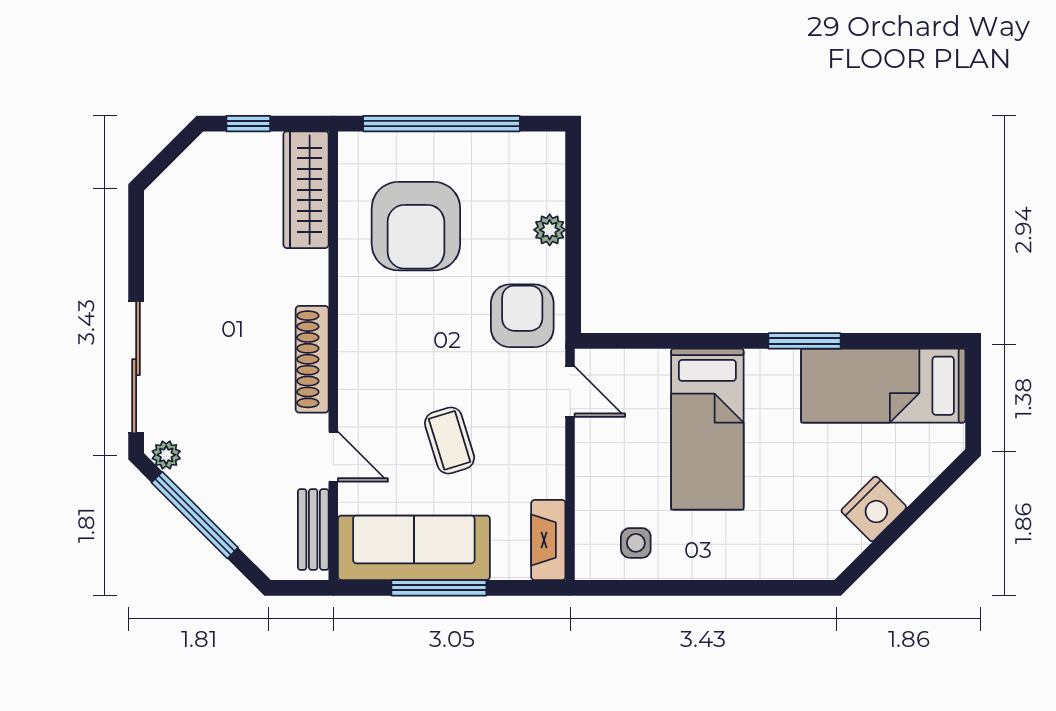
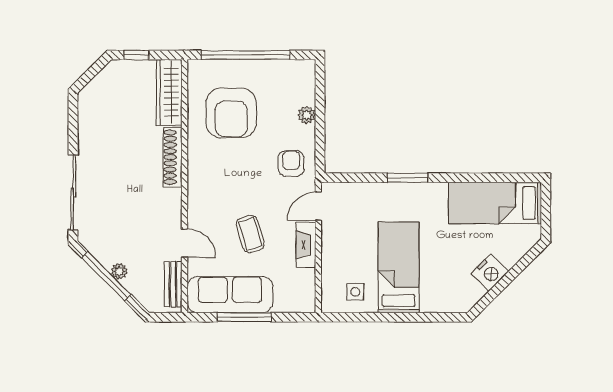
armchair: (522, 316) -> (291, 163), width x0.72, depth x0.72
window: (804, 341) -> (408, 178), moved
shoe rack: (312, 359) -> (173, 157), moved
door: (570, 392) -> (318, 206), swing flipped
bed: (707, 429) -> (399, 267), moved, turned 180
plant: (166, 455) -> (119, 271), moved
fireplace: (548, 540) -> (306, 245), moved

